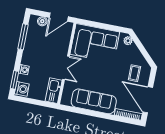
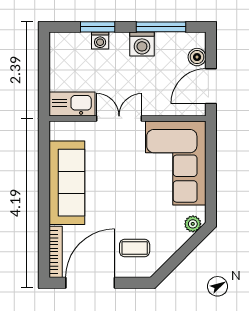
door: (59, 17) -> (211, 86), hinge flipped
double door: (66, 68) -> (119, 118), swing flipped
window: (14, 80) -> (98, 27), moved
washing machine: (22, 89) -> (142, 44), moved

